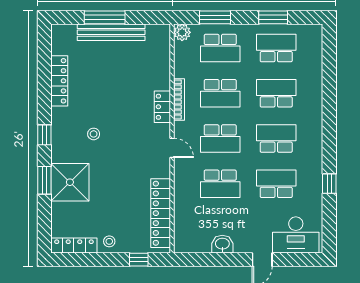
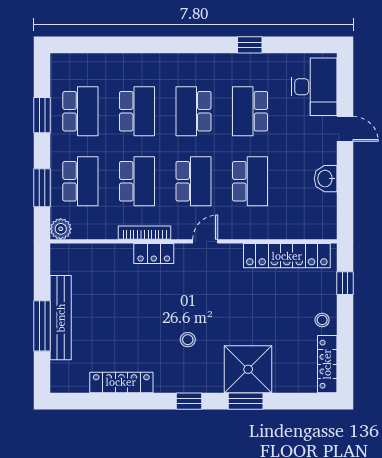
school desk: (276, 48) -> (80, 111), turned 180
school desk: (276, 93) -> (137, 111), turned 180

